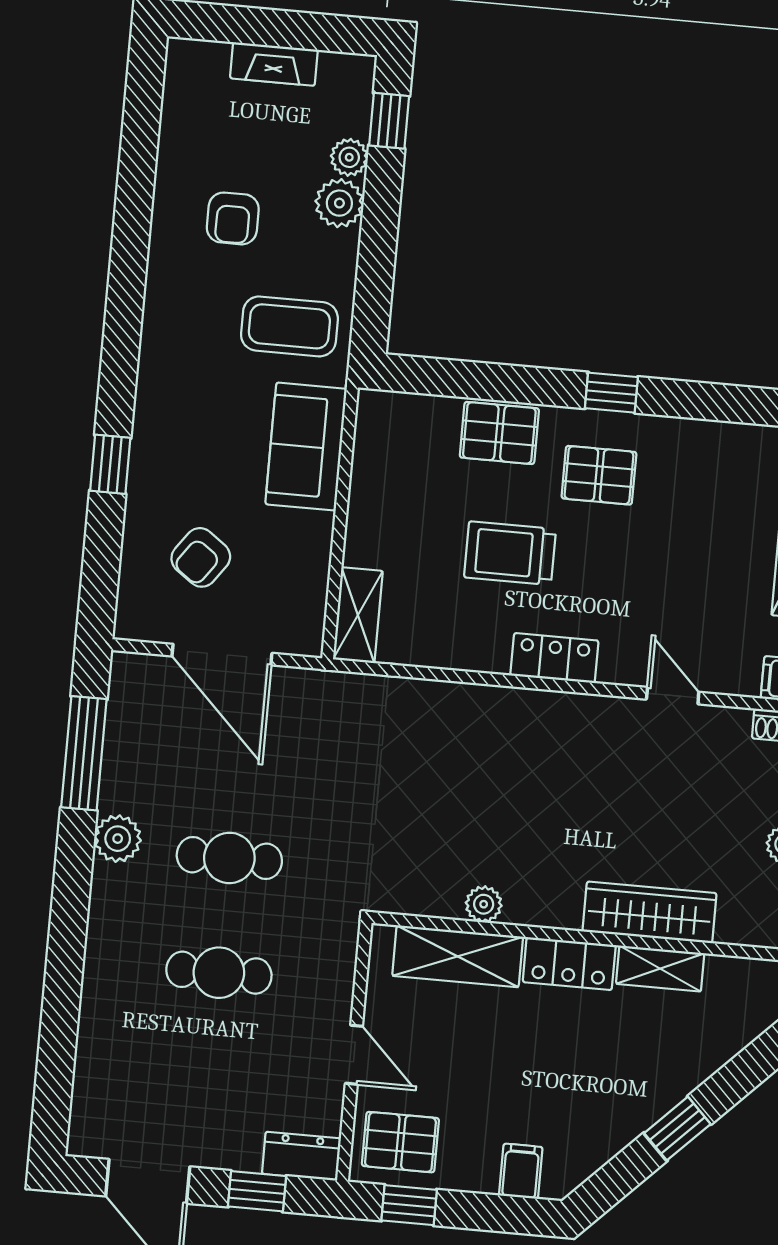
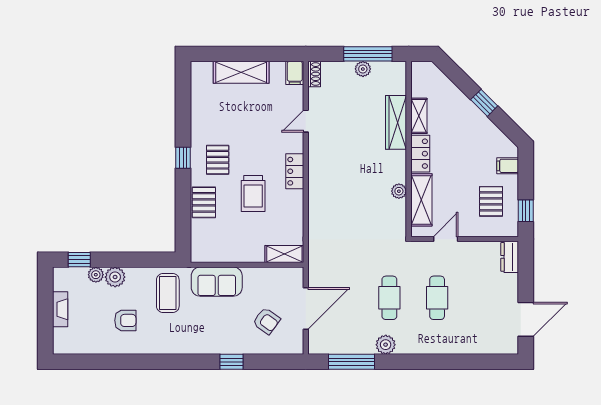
door: (354, 1055) -> (446, 239), moved
pallet: (400, 1142) -> (491, 201), moved
window: (257, 1191) -> (526, 274), removed

